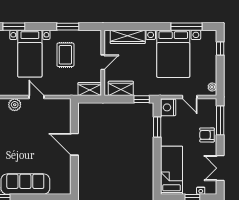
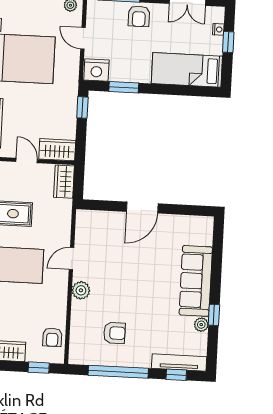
wardrobe: (121, 88) -> (57, 150), moved, turned 90
door: (190, 97) -> (83, 38), swing flipped

